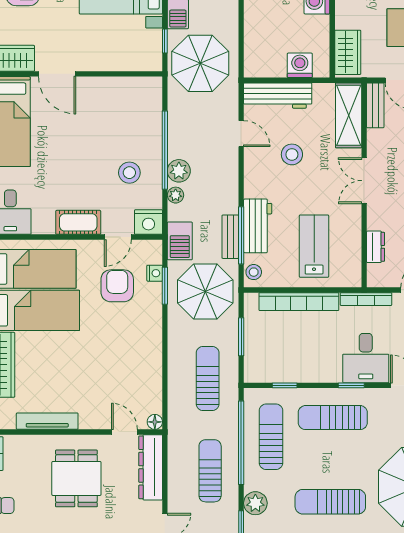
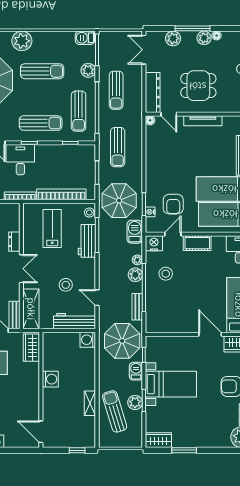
washing machine: (300, 65) -> (88, 340), moved, turned 90
bench: (230, 237) -> (137, 307), moved
lab bench: (314, 246) -> (52, 228), turned 180
dresser: (376, 247) -> (14, 242), moved
tv unit: (47, 421) -> (203, 121), moved
dining table: (76, 478) -> (198, 86), turned 90

